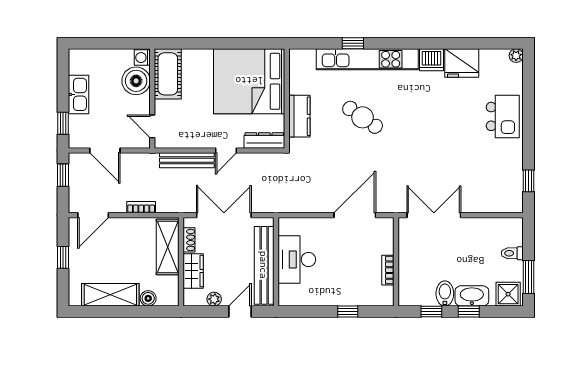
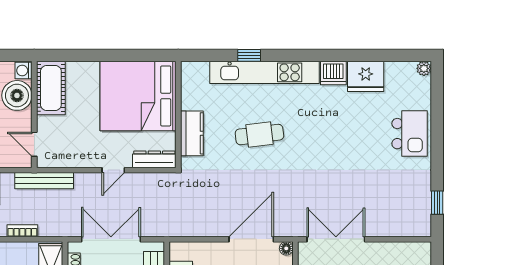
cafe table: (363, 117) -> (259, 135), turned -42
bench: (187, 160) -> (44, 181), moved
floor lamp: (388, 224) -> (286, 248), added

